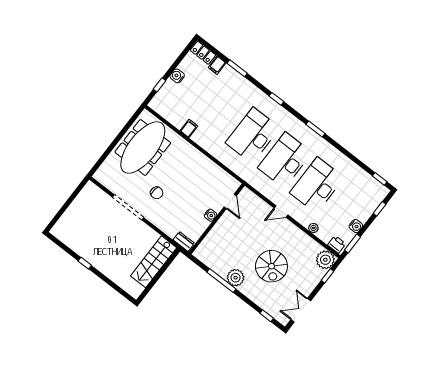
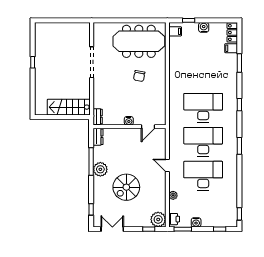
filing cabinet: (189, 128) -> (175, 31), moved
chair: (157, 193) -> (139, 76), moved
dresser: (203, 256) -> (98, 137), added

